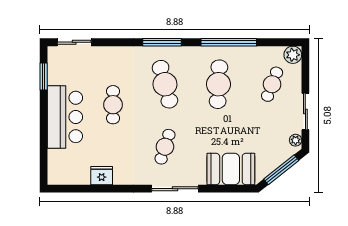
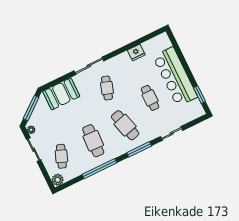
sliding door: (74, 42) -> (172, 133), moved
bar counter: (65, 117) -> (175, 77), width x1.36

